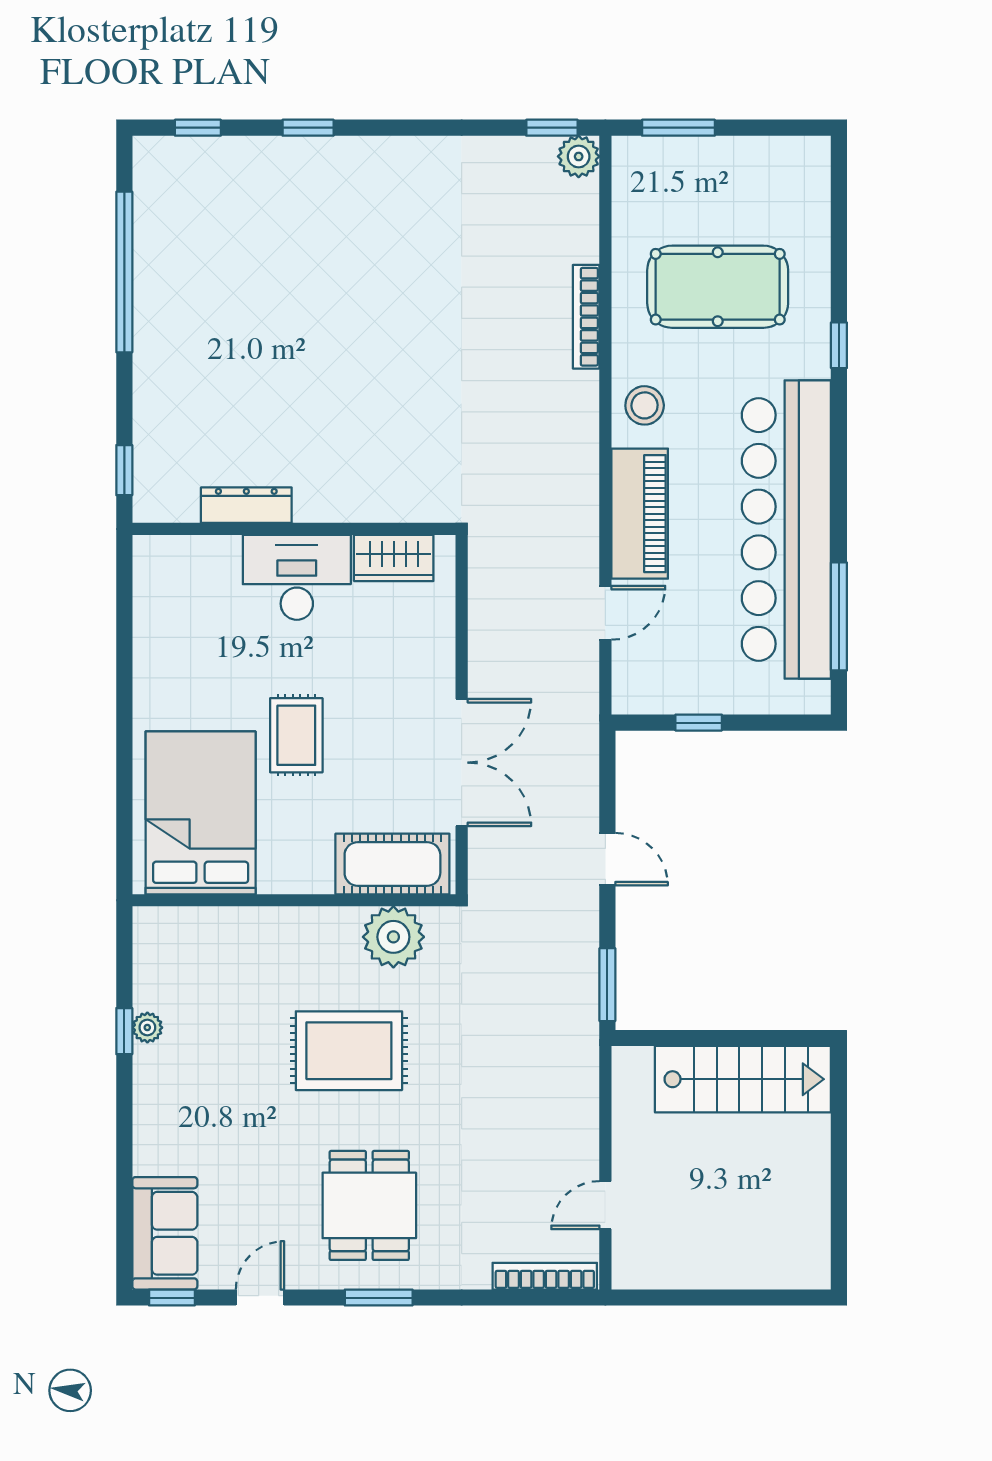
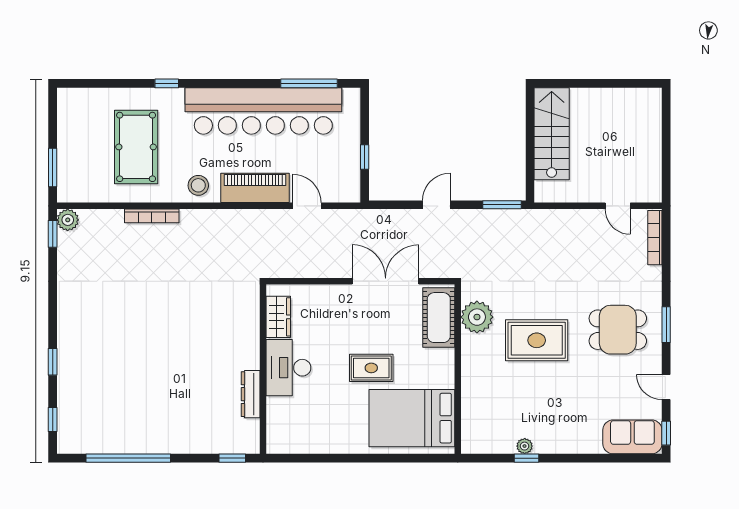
rug: (349, 1051) -> (537, 340), turned 90

